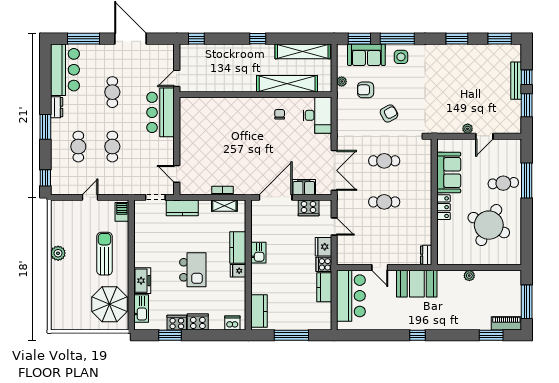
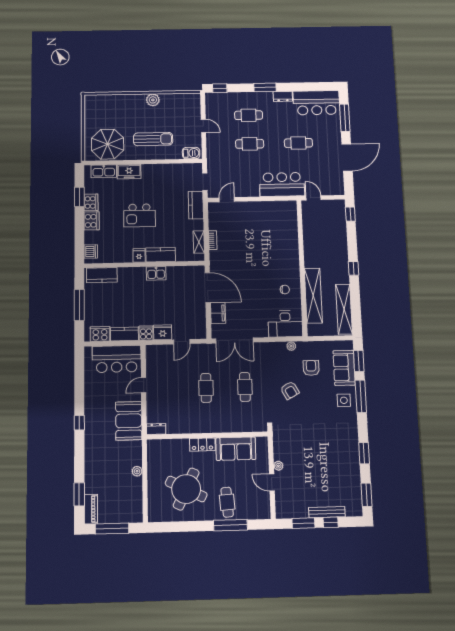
plant: (342, 82) -> (291, 346), moved
cooker: (309, 208) -> (100, 334), moved, turned 90

